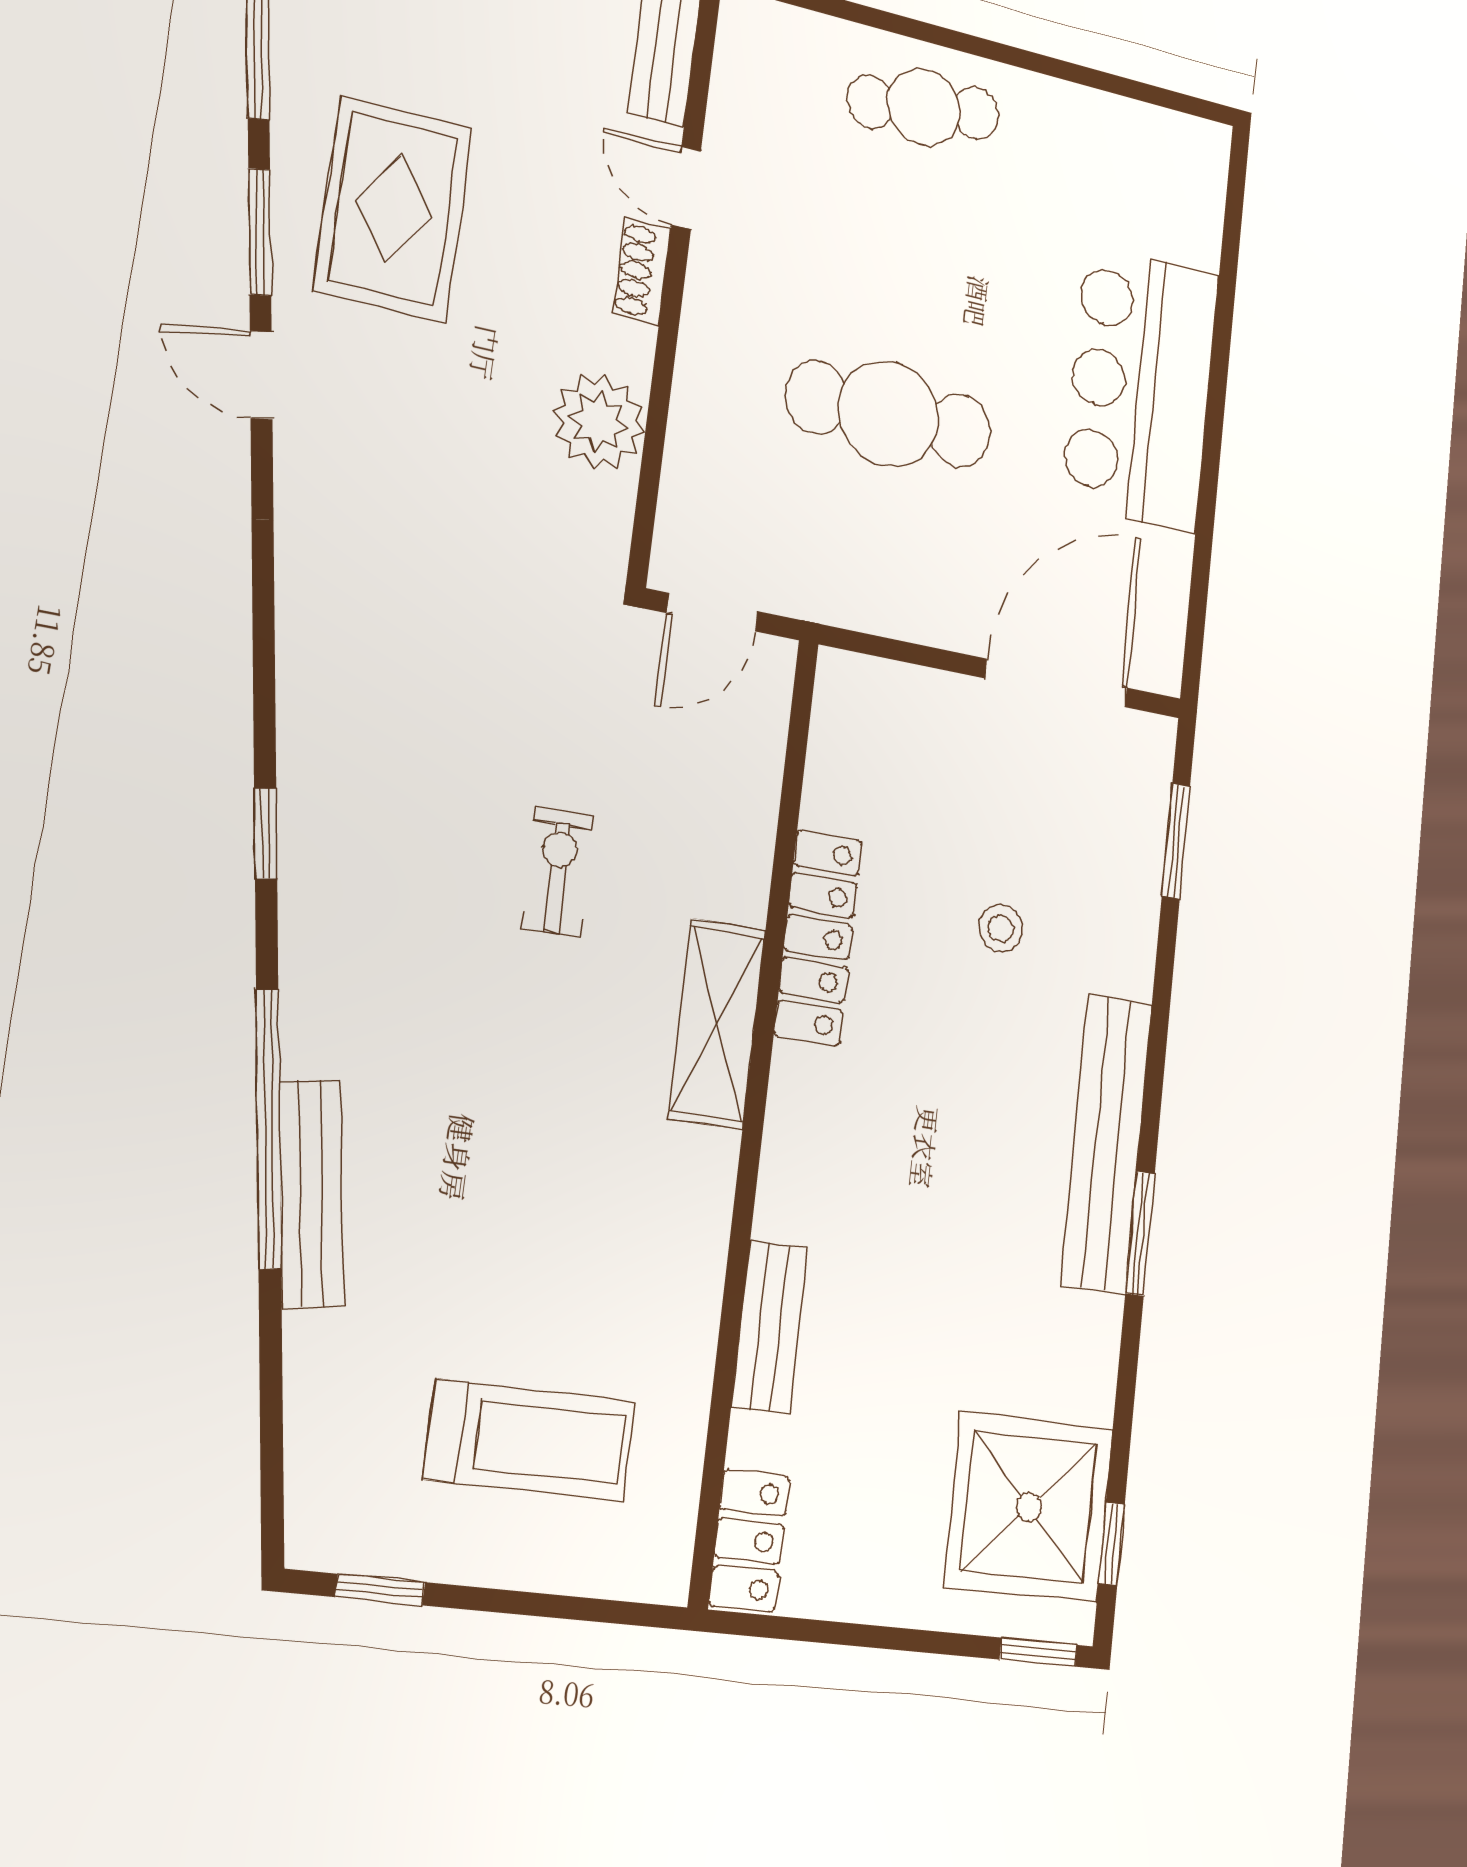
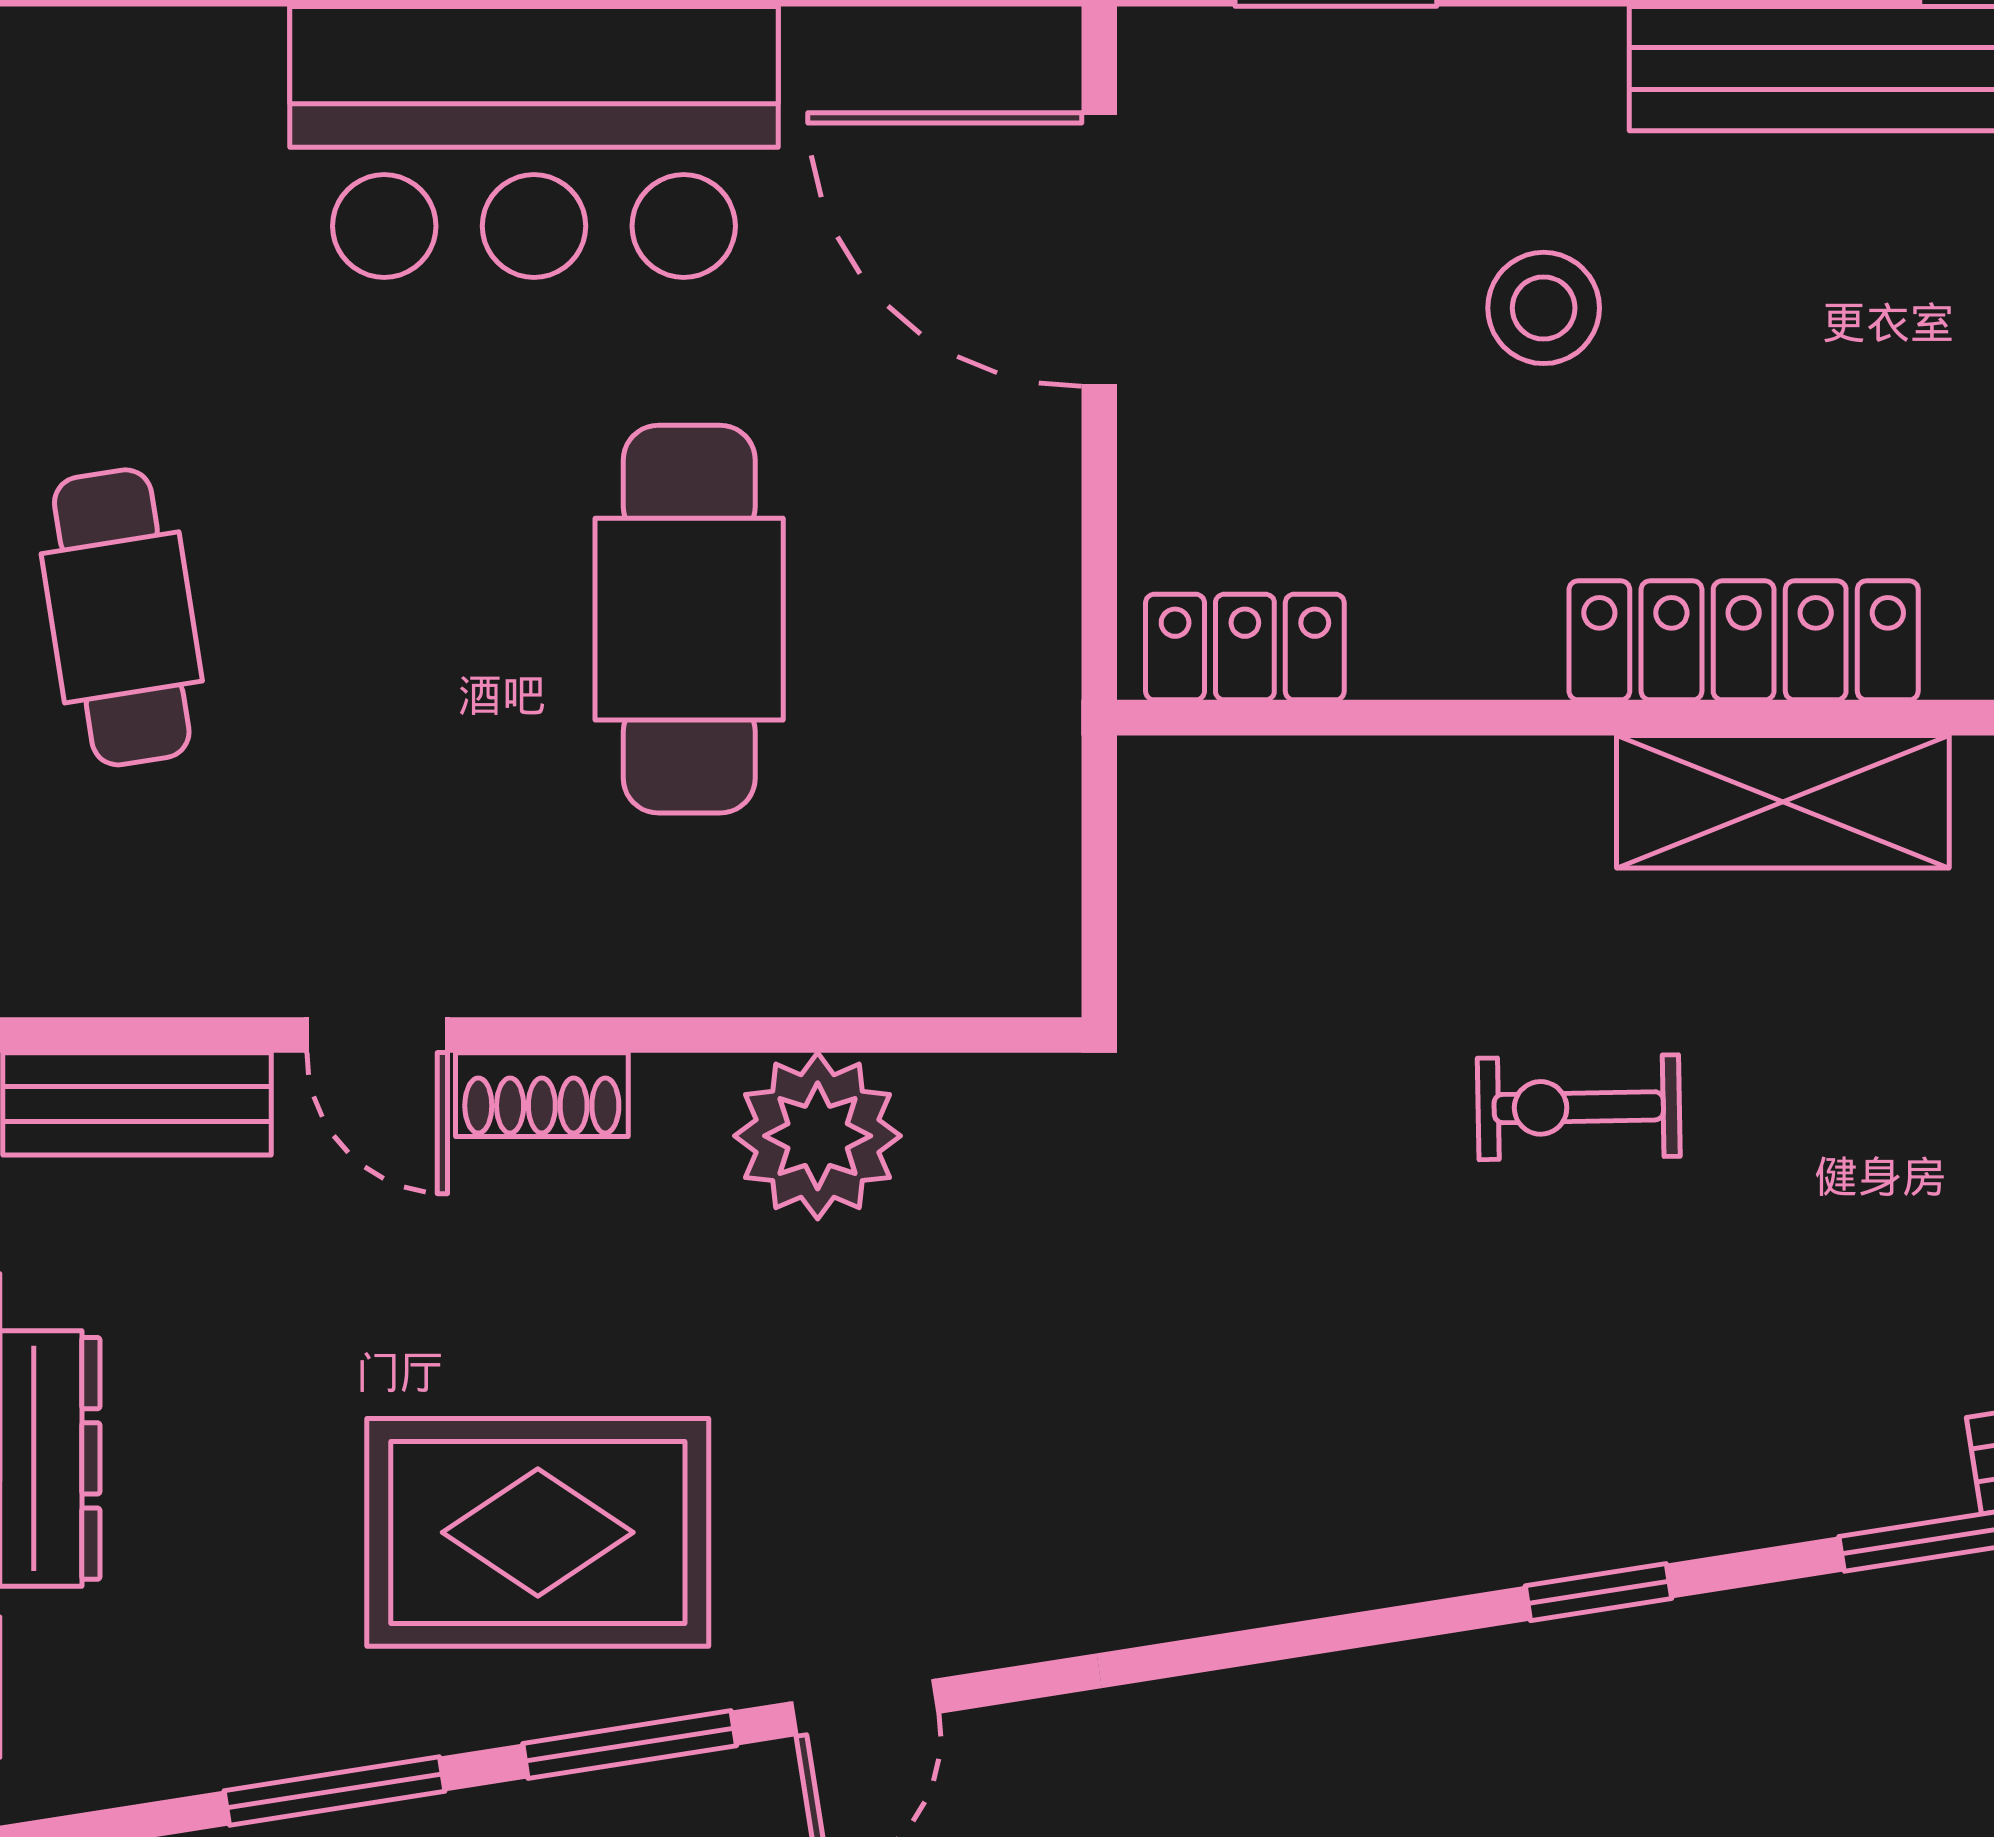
door: (686, 188) -> (377, 1035), hinge flipped
door: (712, 612) -> (1099, 896), removed
locker: (839, 723) -> (1245, 647), added
stool: (1001, 928) -> (1544, 308), width x1.37, depth x1.37
locker: (818, 937) -> (1744, 640), moved

